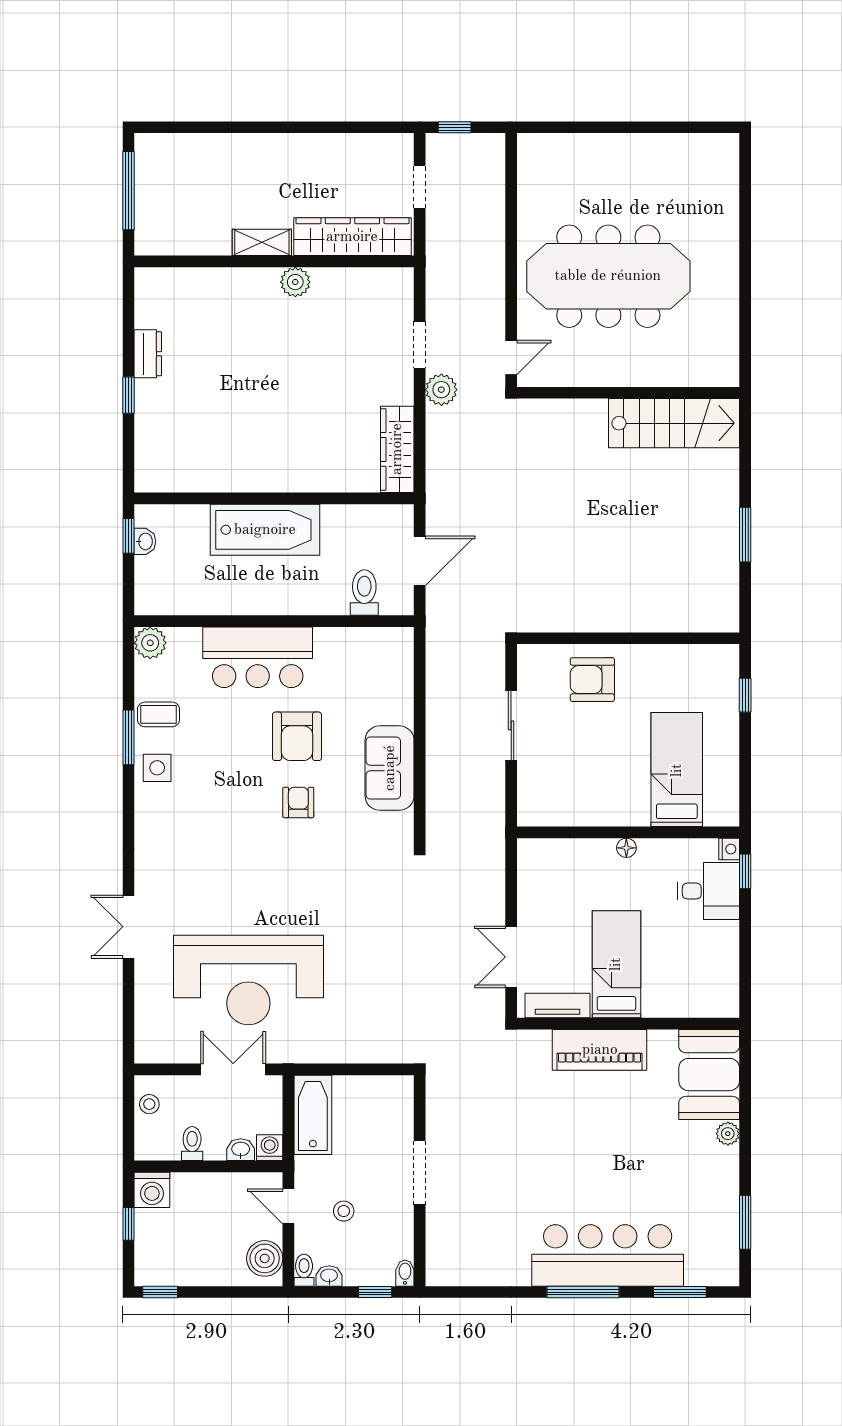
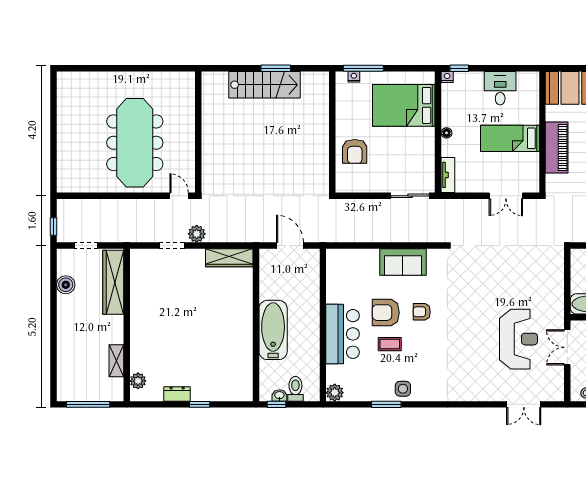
boiler: (348, 150) -> (66, 285), added
shelving: (262, 242) -> (116, 361), moved
plant: (295, 282) -> (138, 381), moved
stairs: (674, 423) -> (265, 85), moved, turned 90
toilet: (364, 593) -> (295, 389), moved, turned 90
nightstand: (730, 678) -> (354, 77), added
window: (745, 695) -> (363, 68), width x2.17
coffee table: (159, 714) -> (390, 344), moved, turned 90
sliding door: (511, 725) -> (410, 196), moved
armchair: (297, 736) -> (386, 313), turned 180
bed: (677, 770) -> (404, 105), width x1.50
desk: (708, 891) -> (500, 88), moved
double door: (129, 927) -> (524, 404), moved
reception desk: (248, 980) -> (519, 339), width x0.74, depth x0.77
tv unit: (558, 1006) -> (448, 175), moved, turned 180

